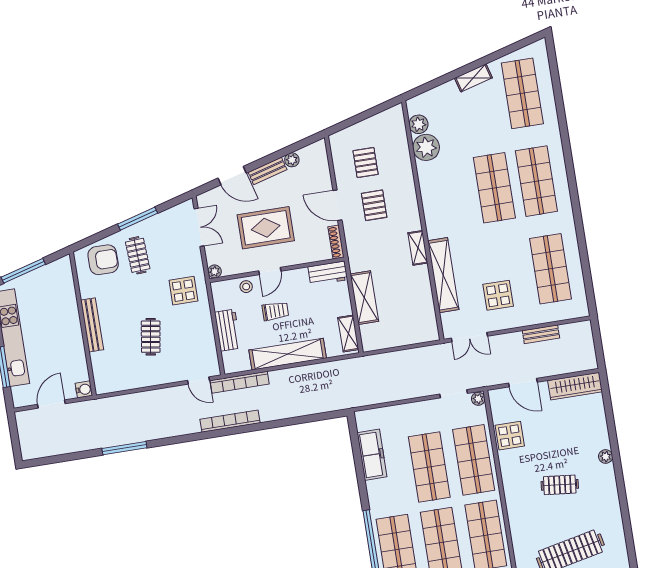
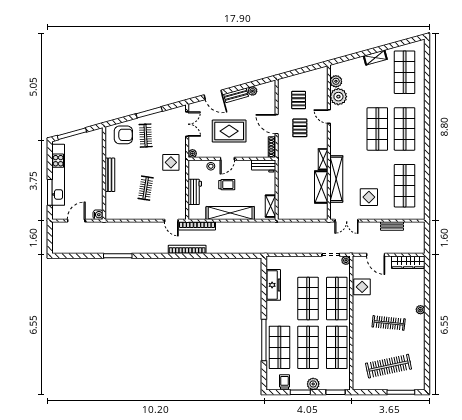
door: (416, 181) -> (329, 117), added
shelving: (364, 298) -> (321, 187), moved
clothes rail: (560, 485) -> (389, 323), width x1.36

